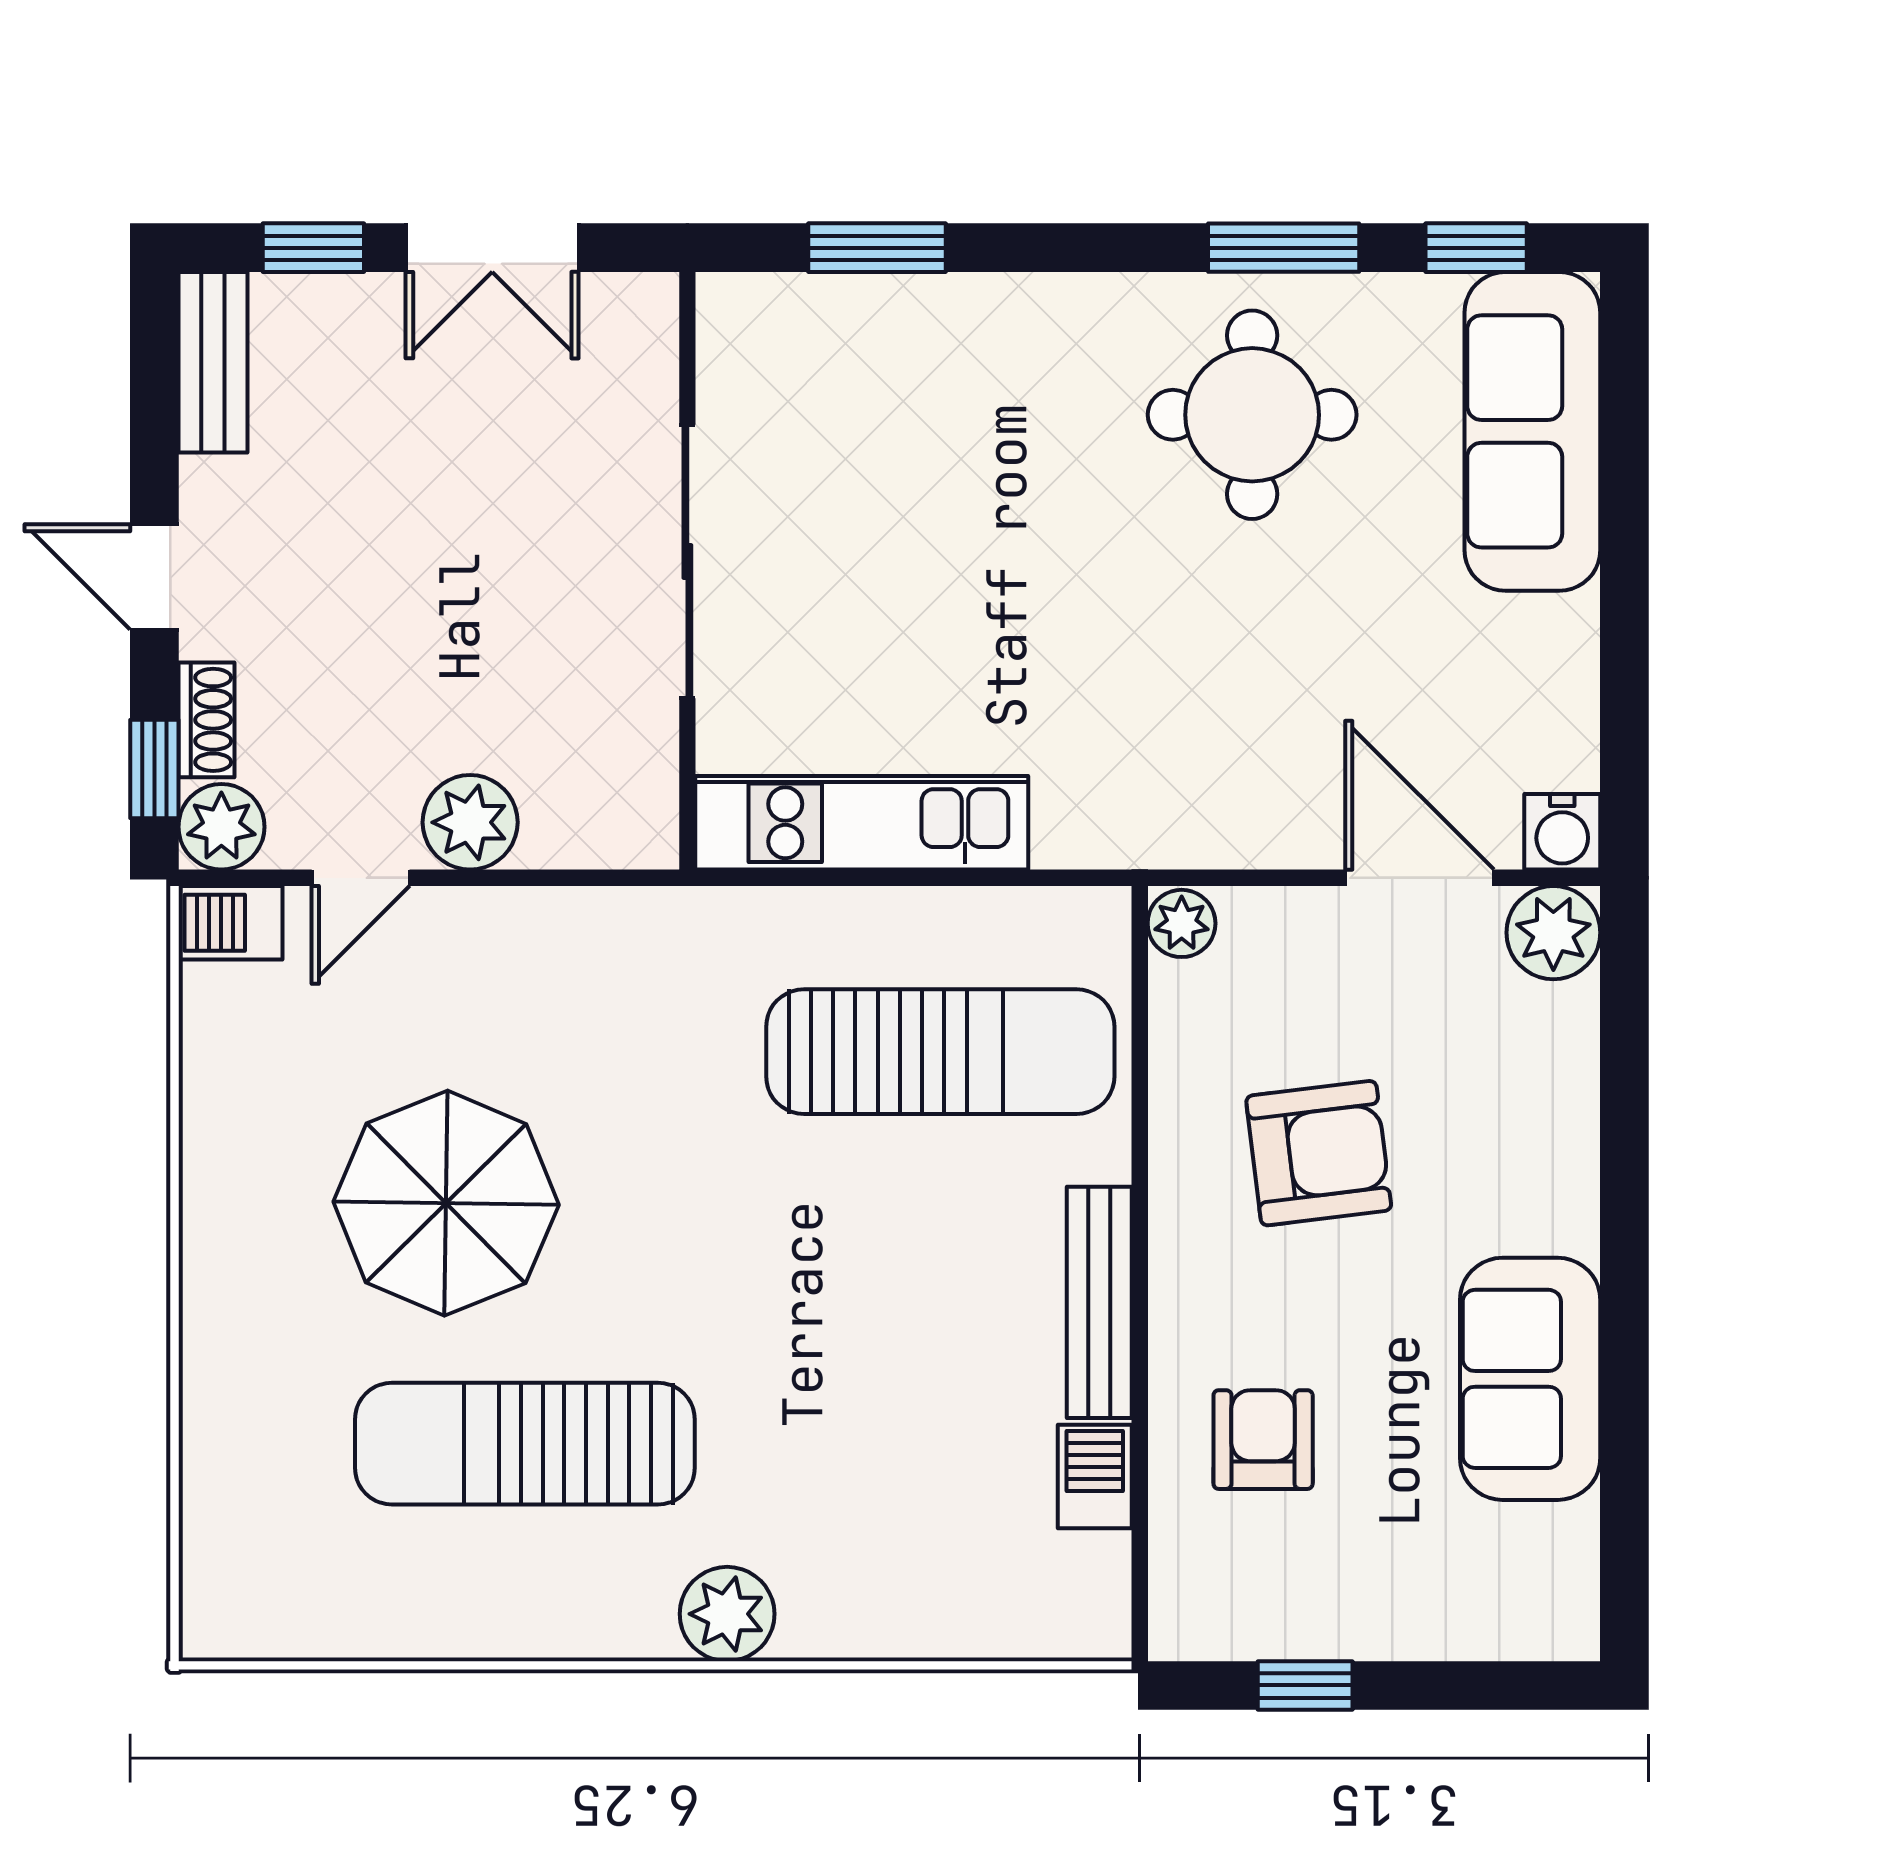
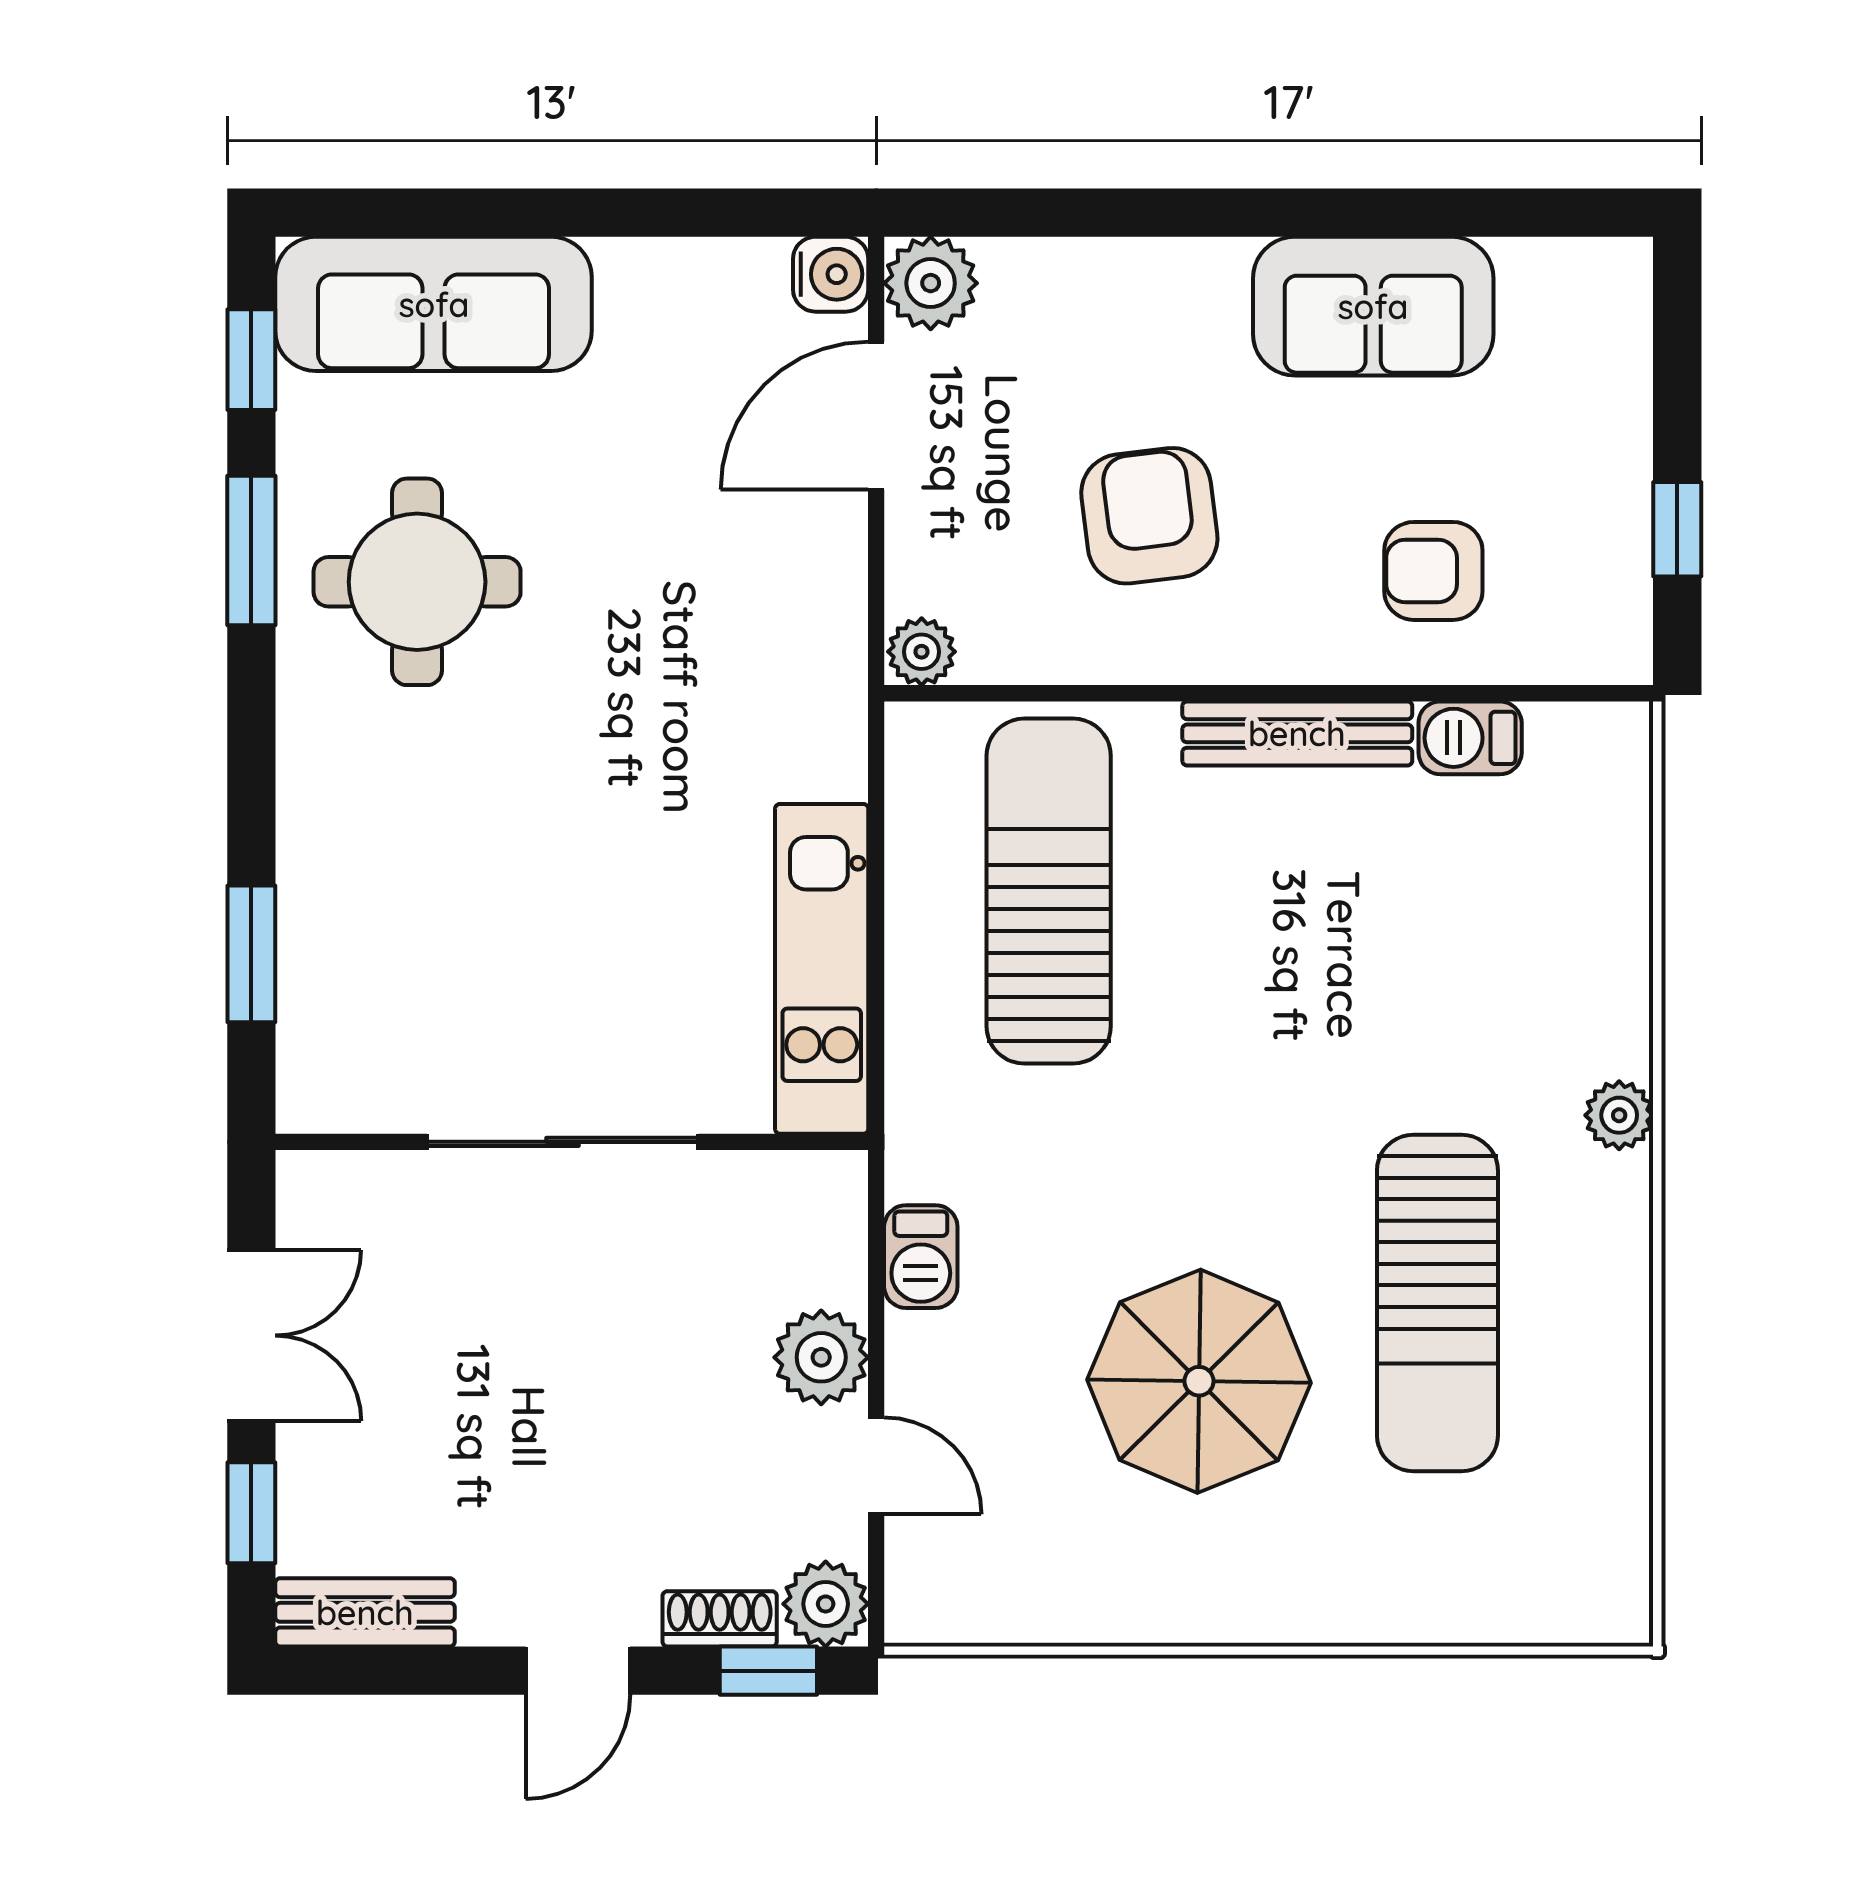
barbecue: (230, 923) -> (921, 1257), moved
plant: (727, 1614) -> (1619, 1115), width x0.73, depth x0.73

